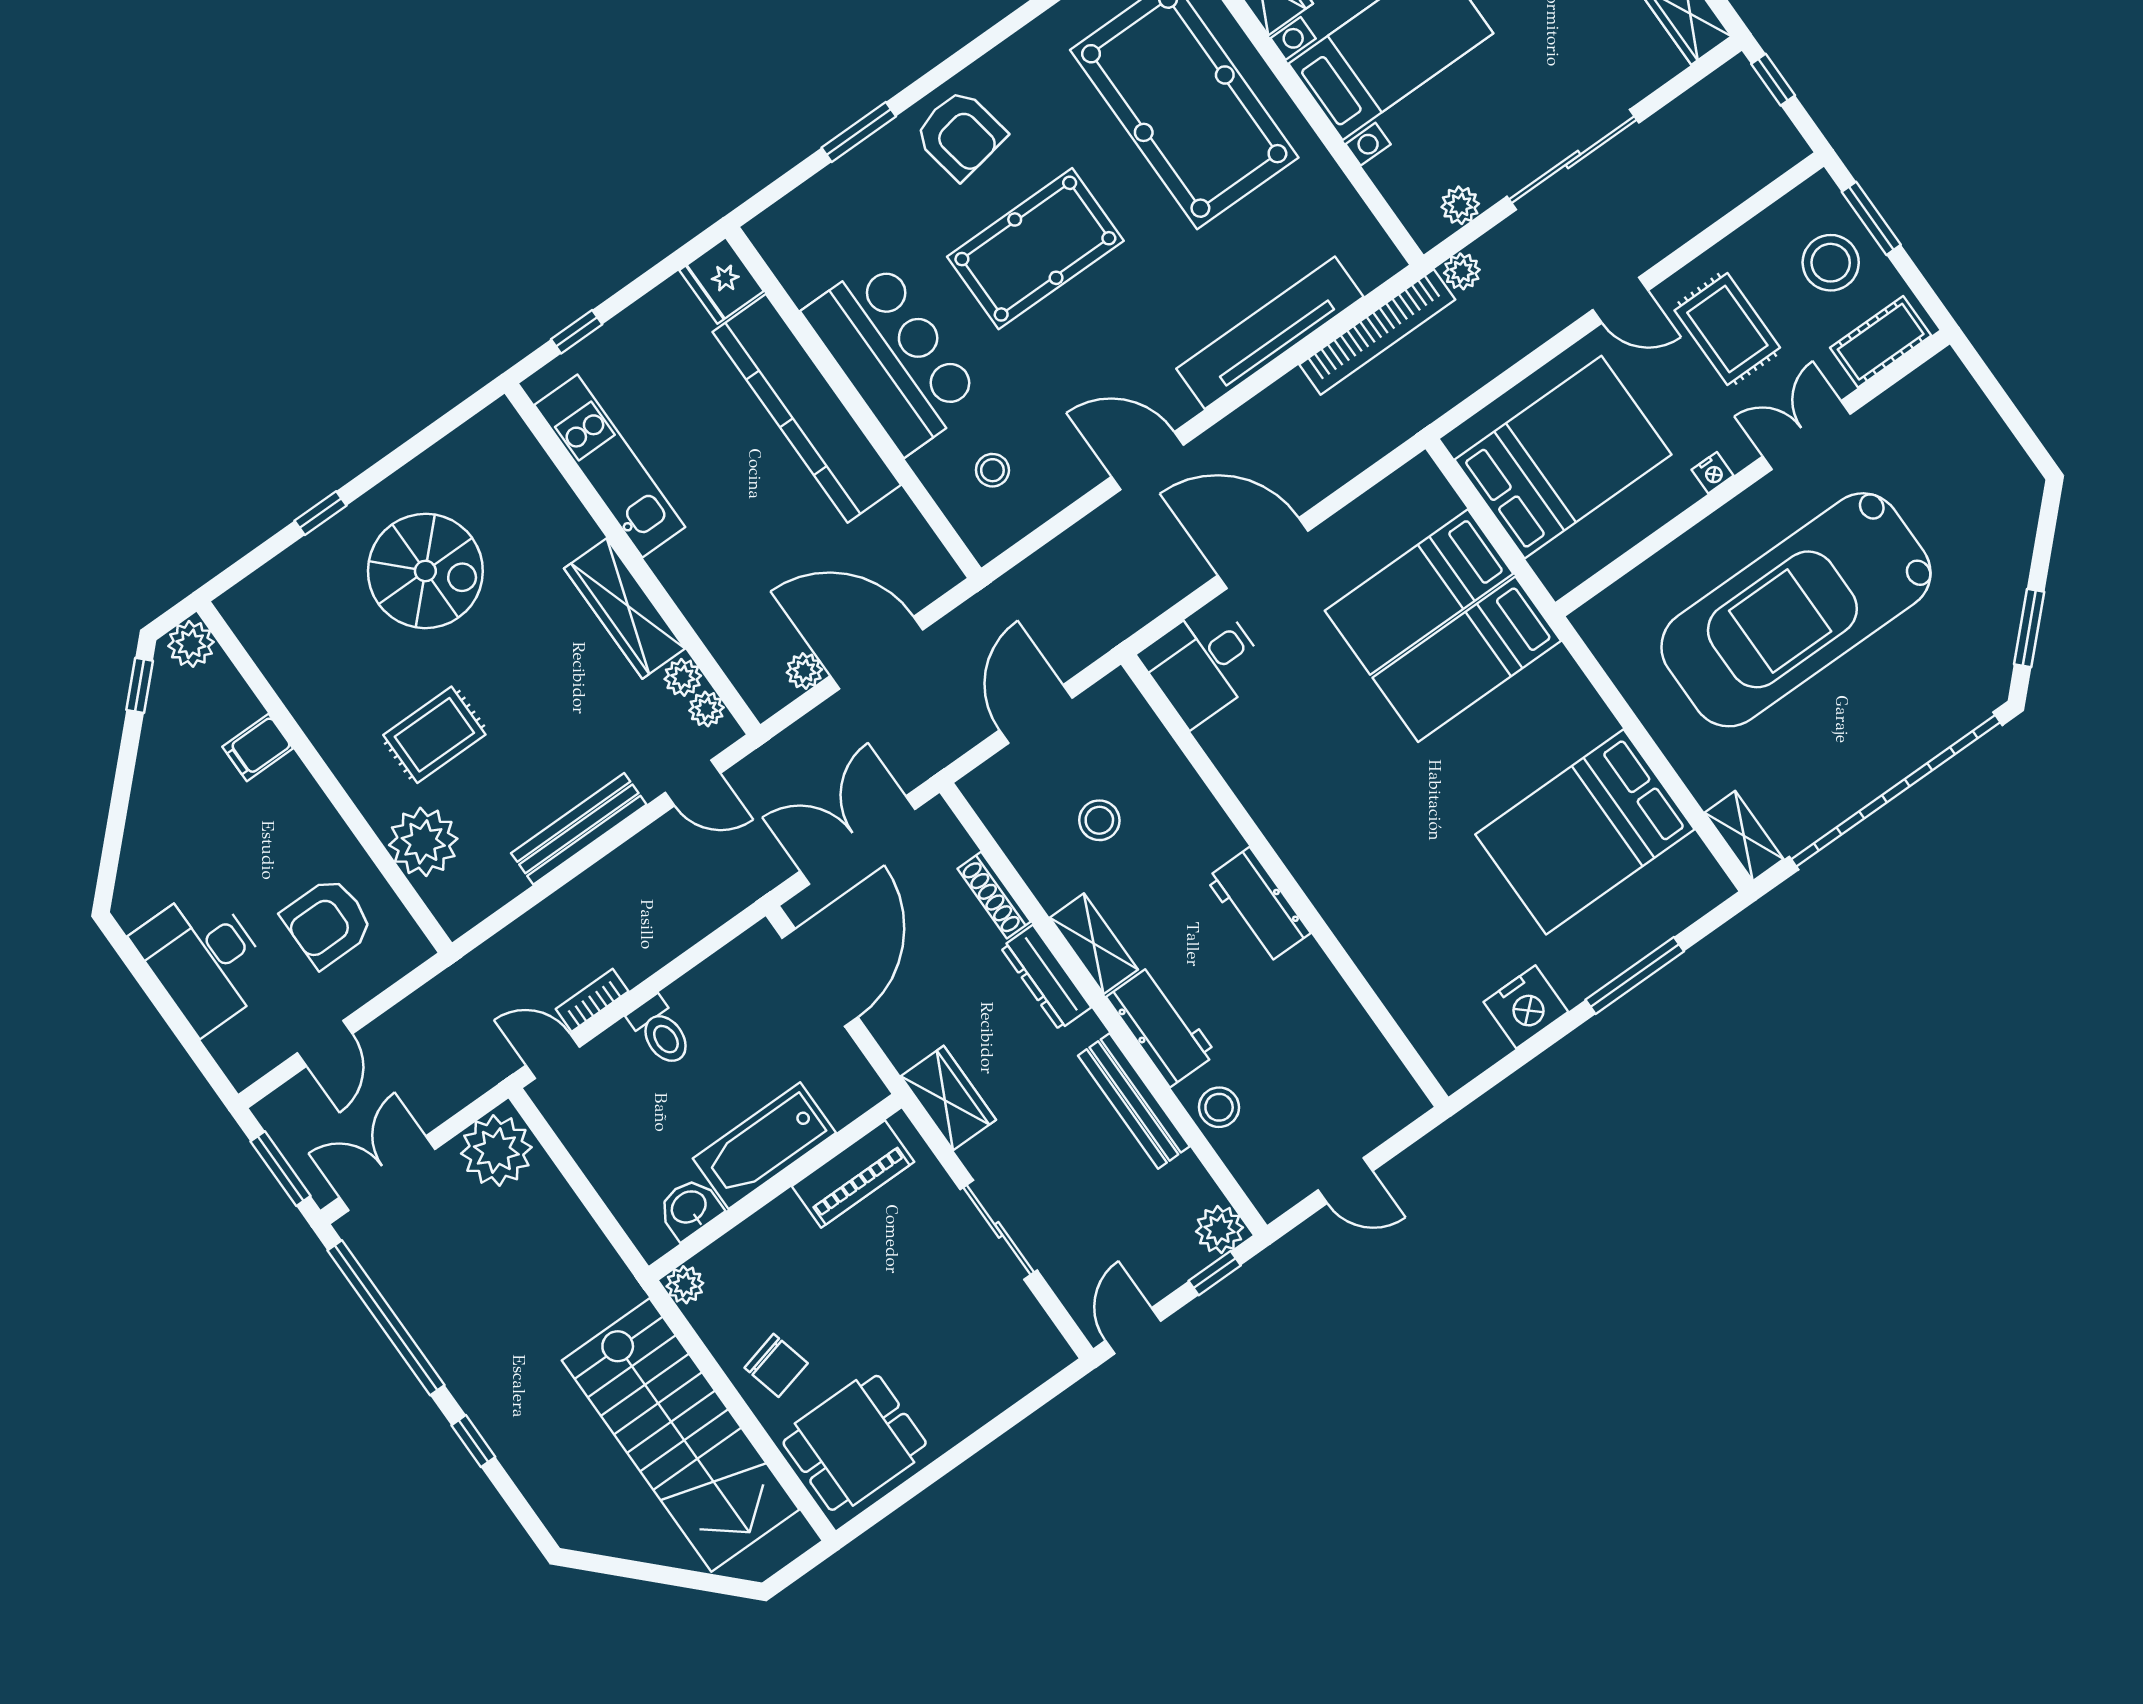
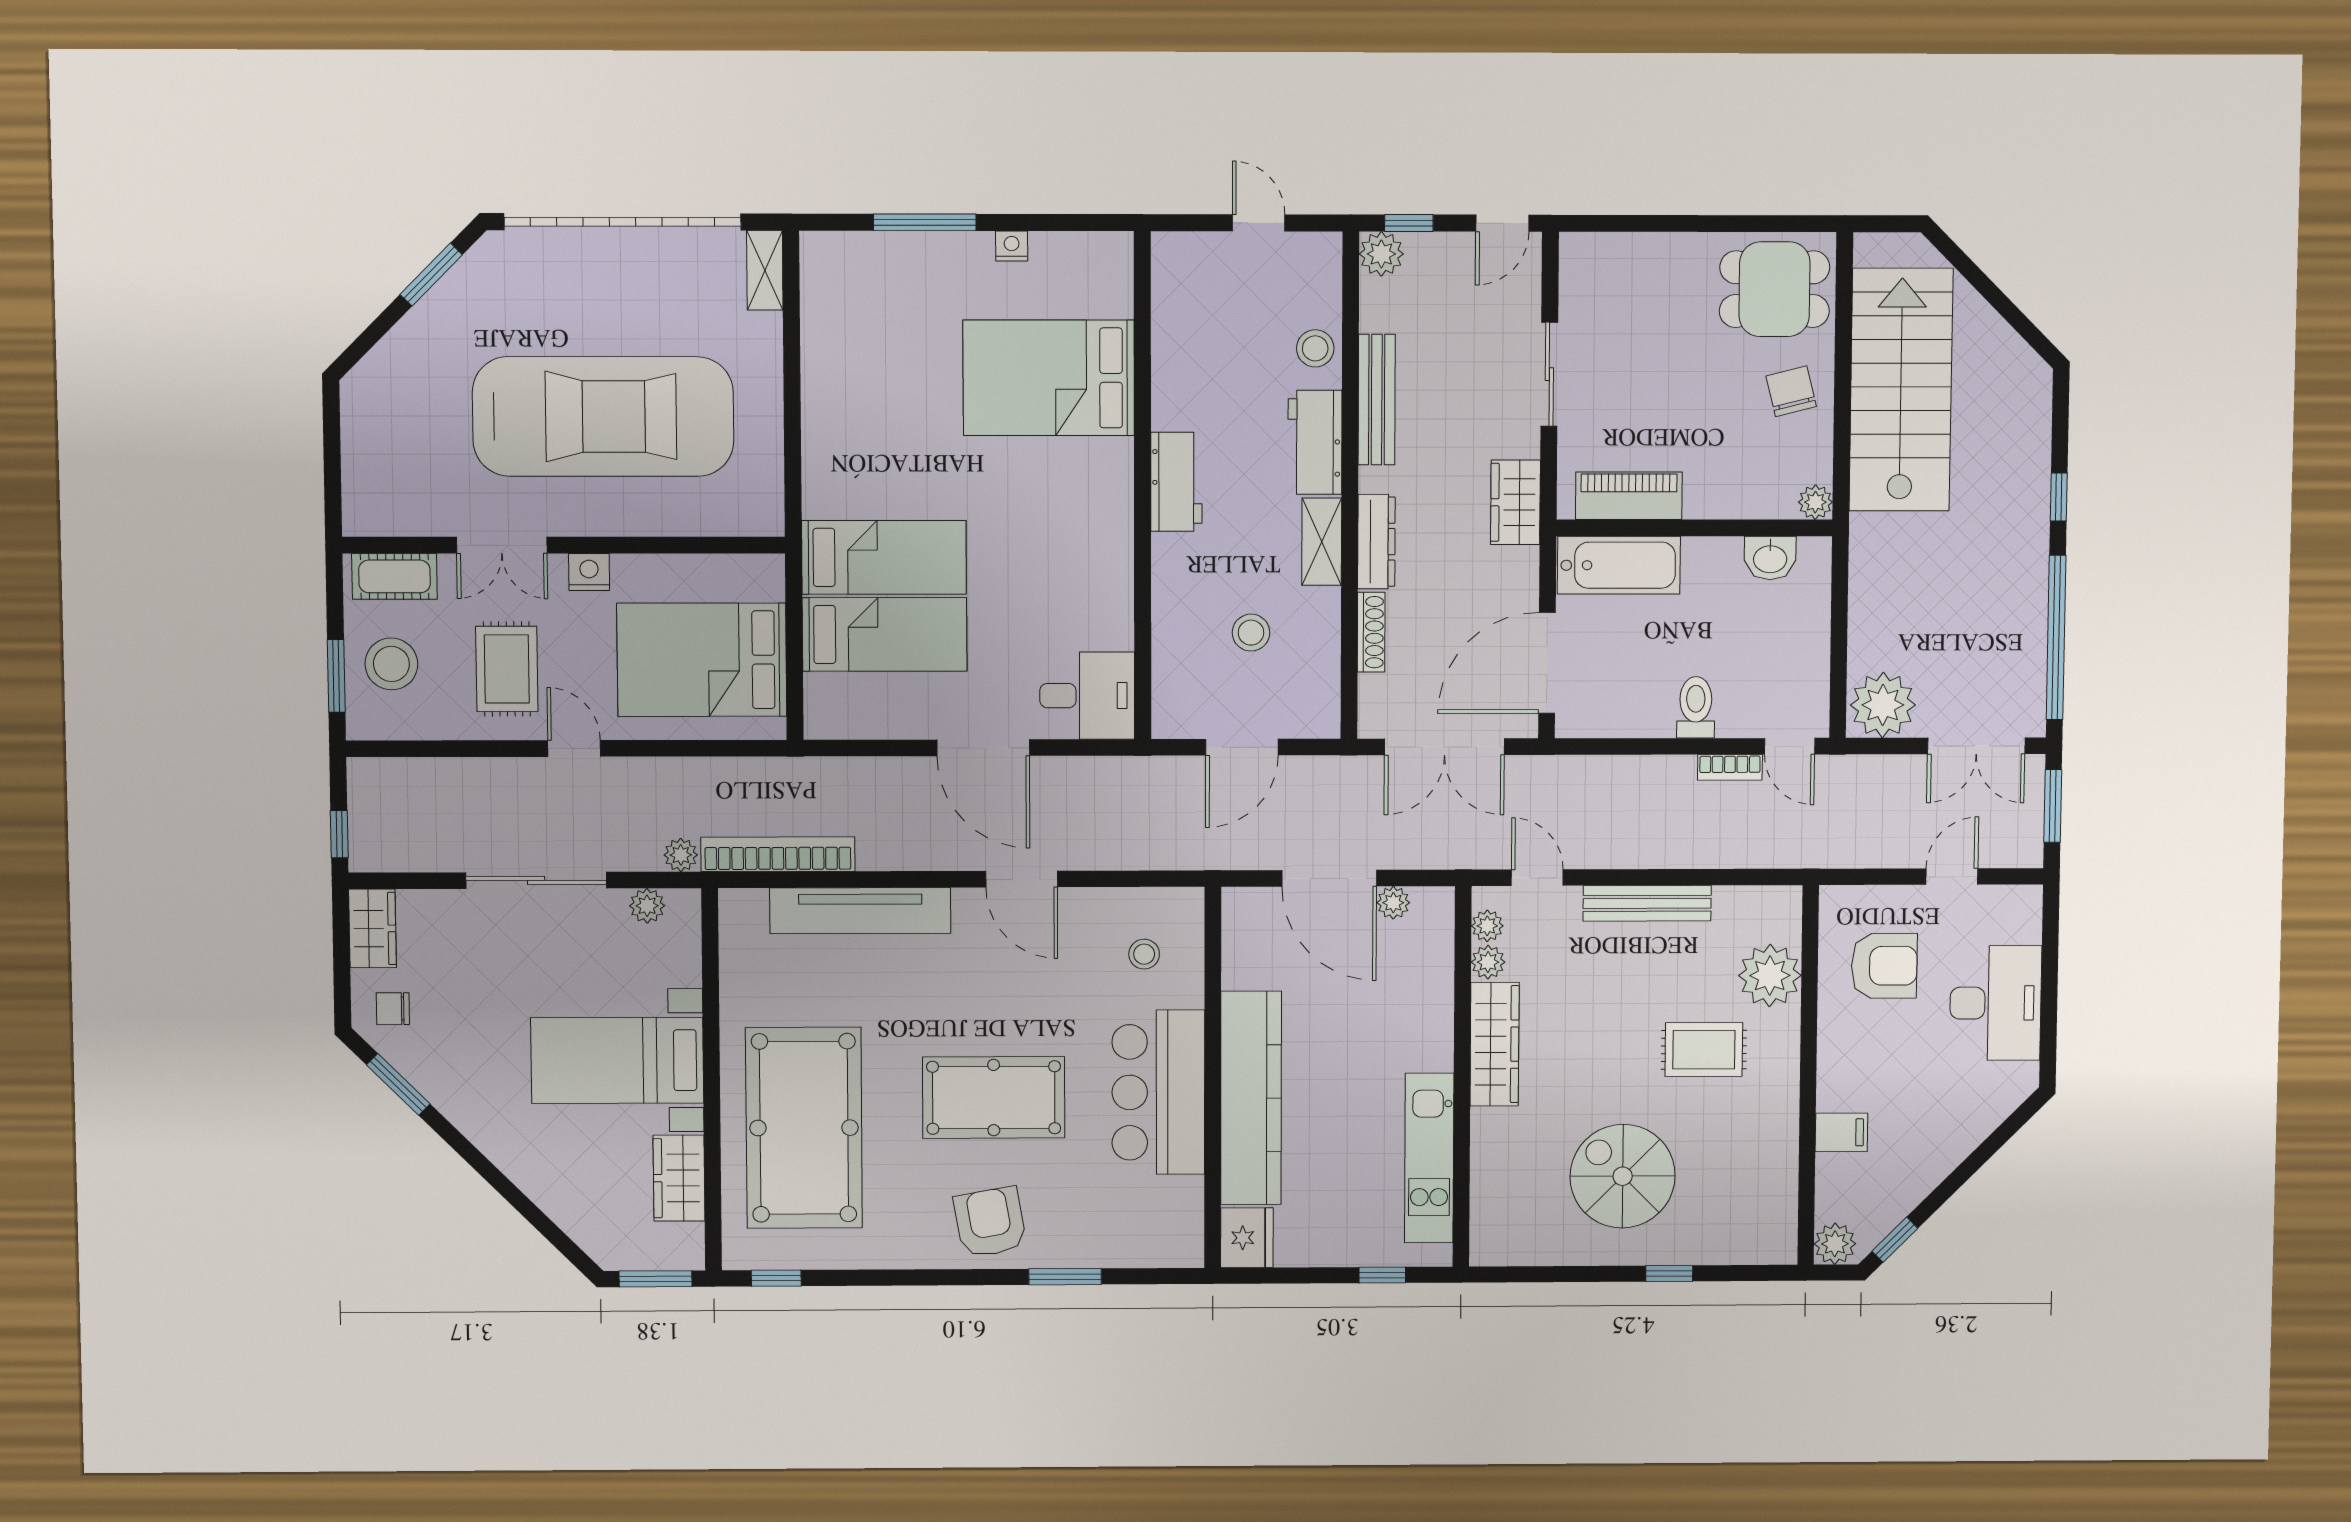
nightstand: (1713, 473) -> (589, 572), width x1.39, depth x1.35
bed: (1585, 832) -> (1049, 378), moved, turned 180
nightstand: (1526, 1007) -> (1012, 246), width x0.53, depth x0.56
bathtub: (764, 1146) -> (1619, 565), moved

